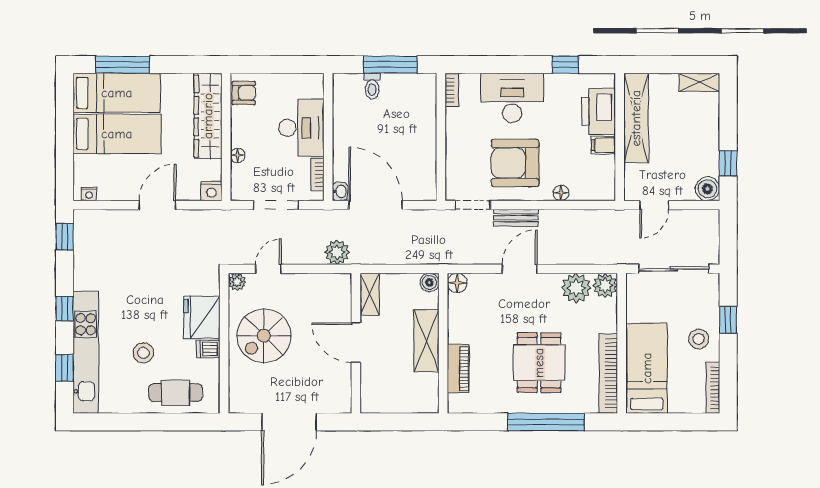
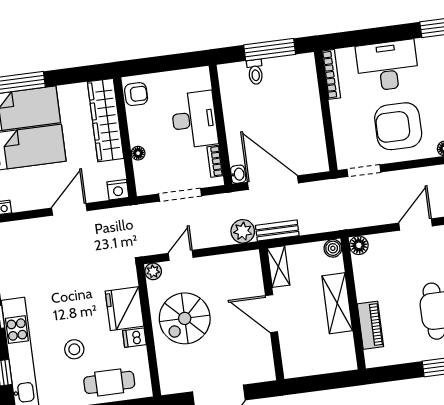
bookcase: (452, 90) -> (331, 74), width x1.56
bench: (516, 218) -> (277, 231), moved

